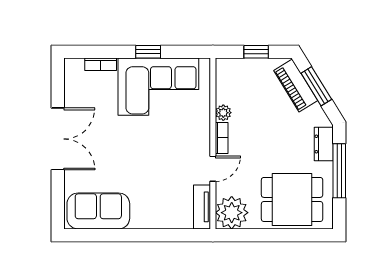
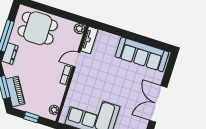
plant: (223, 113) -> (54, 110), moved
sofa: (98, 211) -> (142, 54), width x1.36
plant: (232, 213) -> (79, 29), width x0.53, depth x0.53

